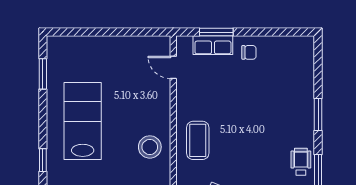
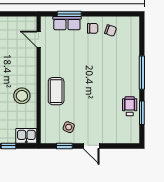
chair: (274, 55) -> (111, 31), added
window: (318, 115) -> (142, 73), width x1.44

